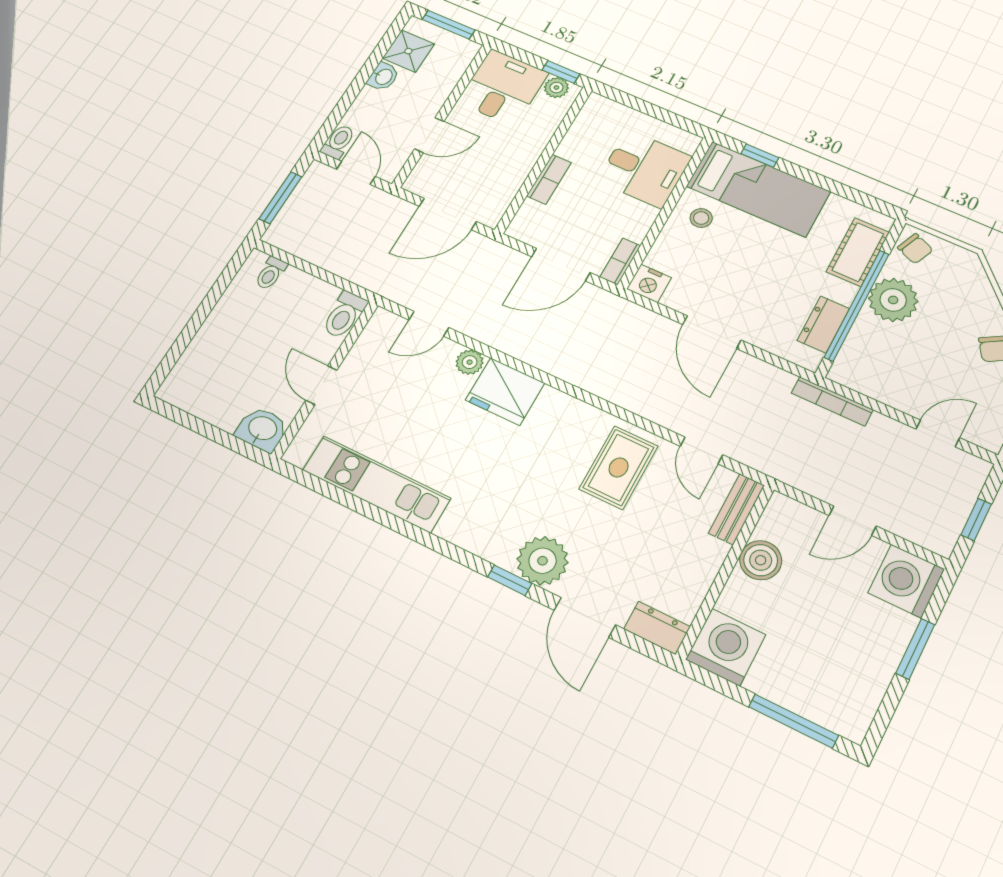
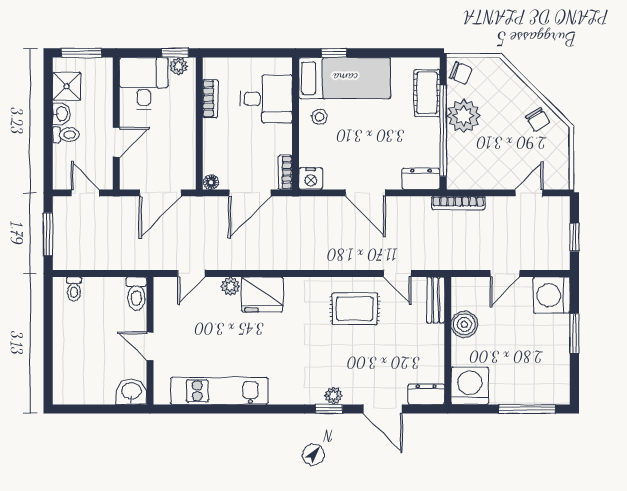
toilet: (338, 142) -> (66, 135), moved, turned 90
bookcase: (549, 179) -> (210, 99), moved
floor lamp: (519, 230) -> (211, 182), added
dresser: (823, 325) -> (421, 179), moved, turned 90
rug: (619, 467) -> (355, 309), turned 90
plant: (543, 561) -> (333, 396), width x0.53, depth x0.53

